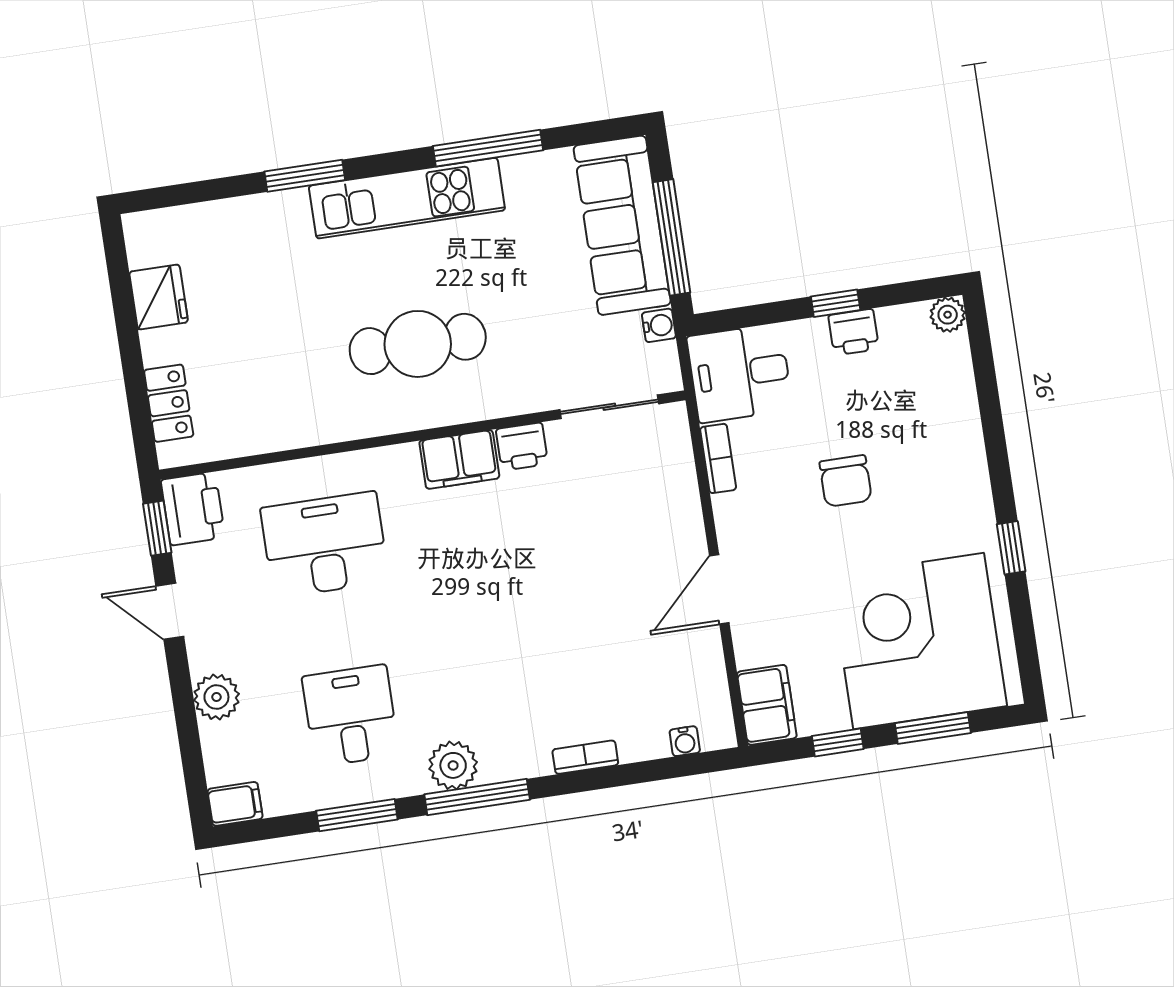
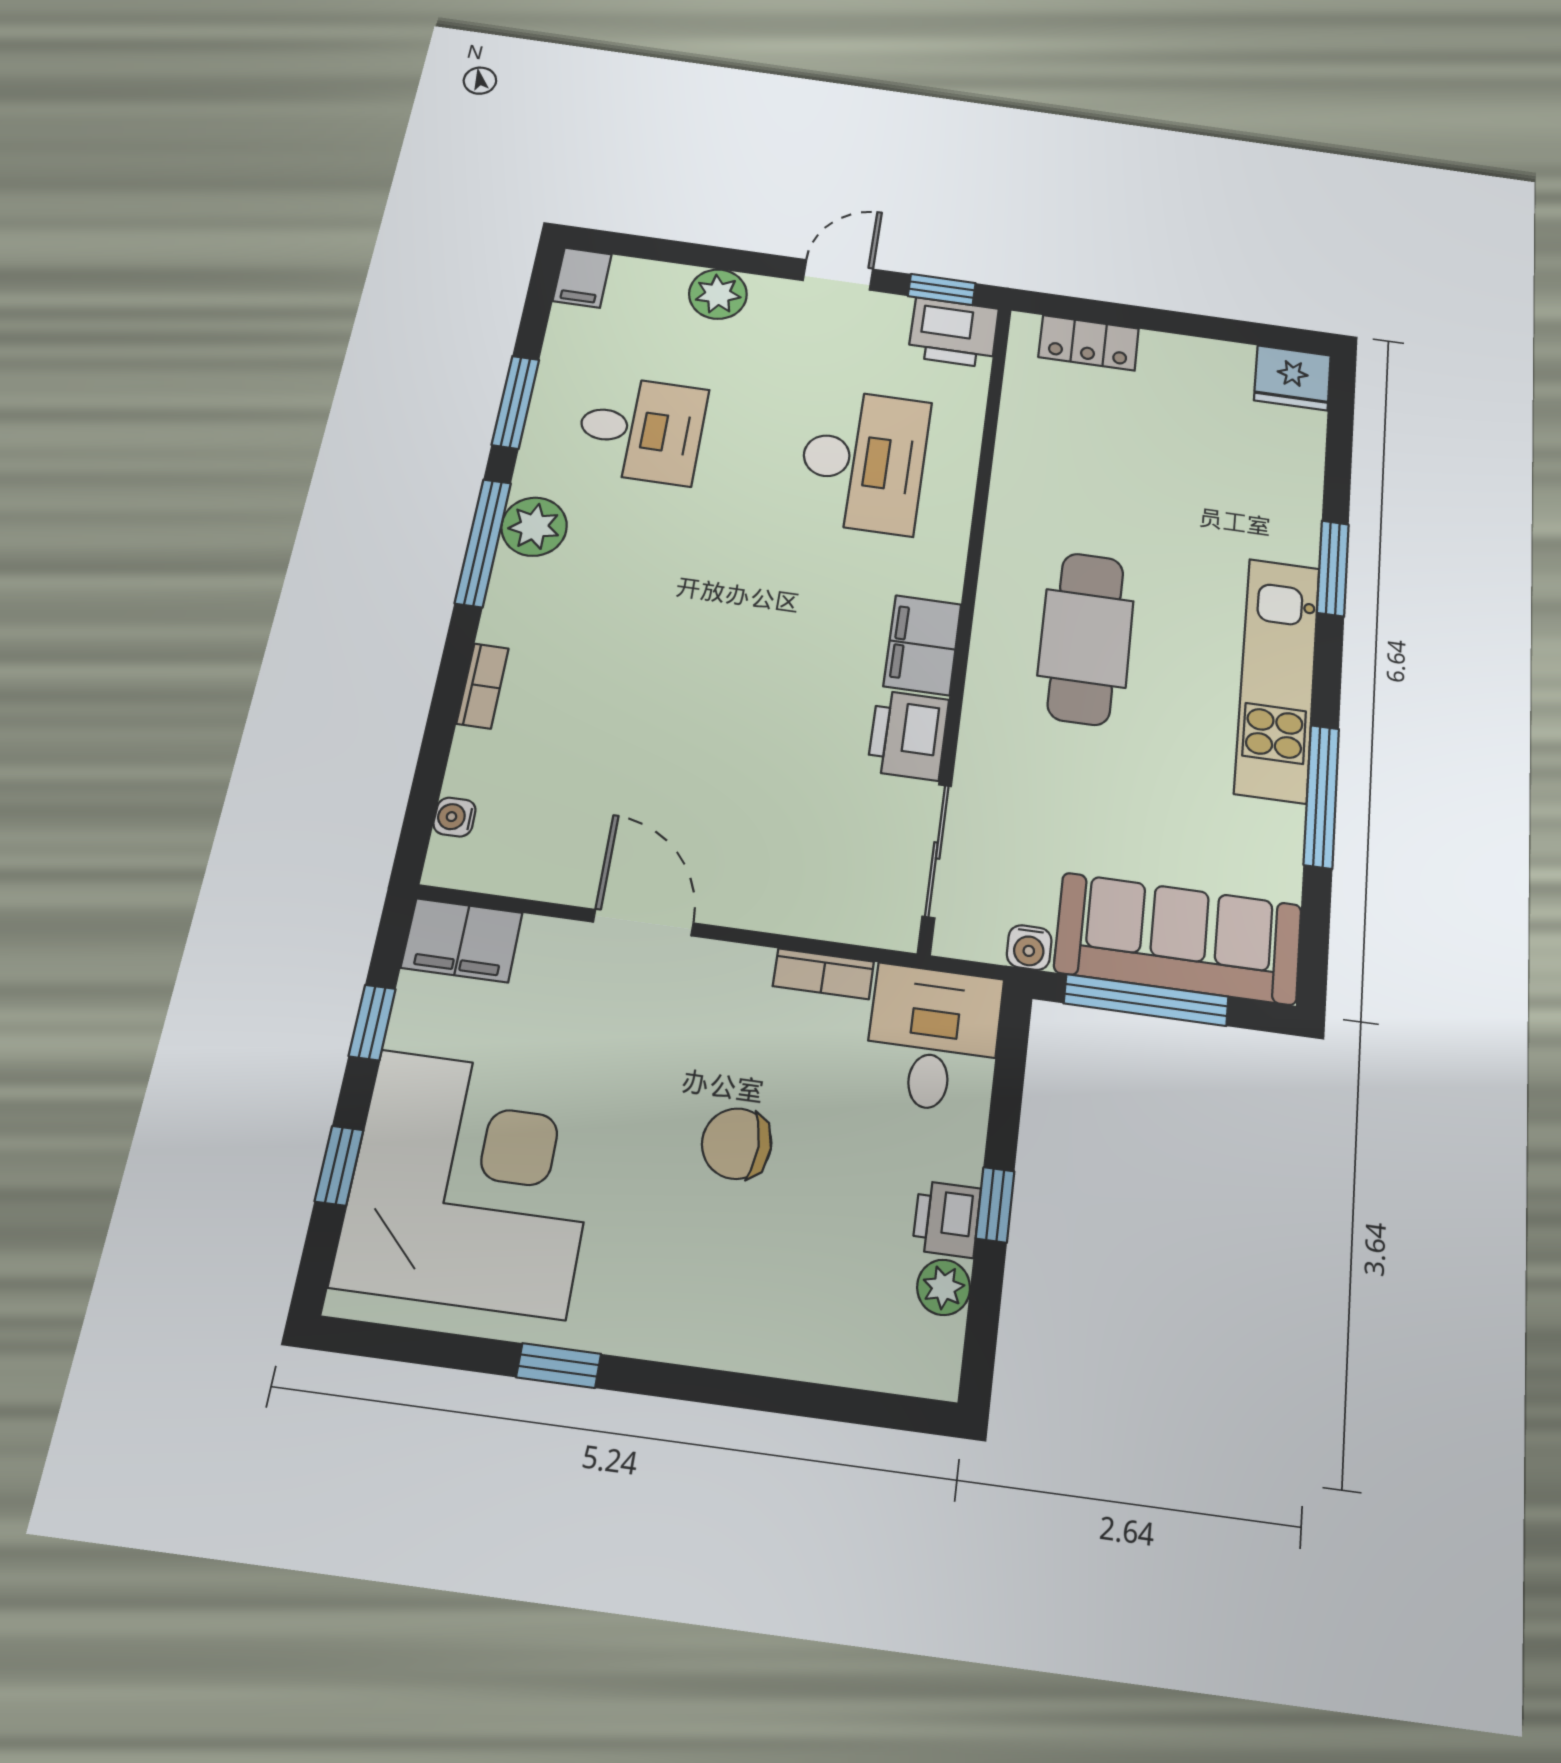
fridge: (159, 297) -> (1292, 378), moved
plant: (948, 315) -> (944, 1287), moved
printer: (522, 446) -> (908, 735), width x1.36, depth x1.24
window: (933, 728) -> (339, 1166), width x0.67

